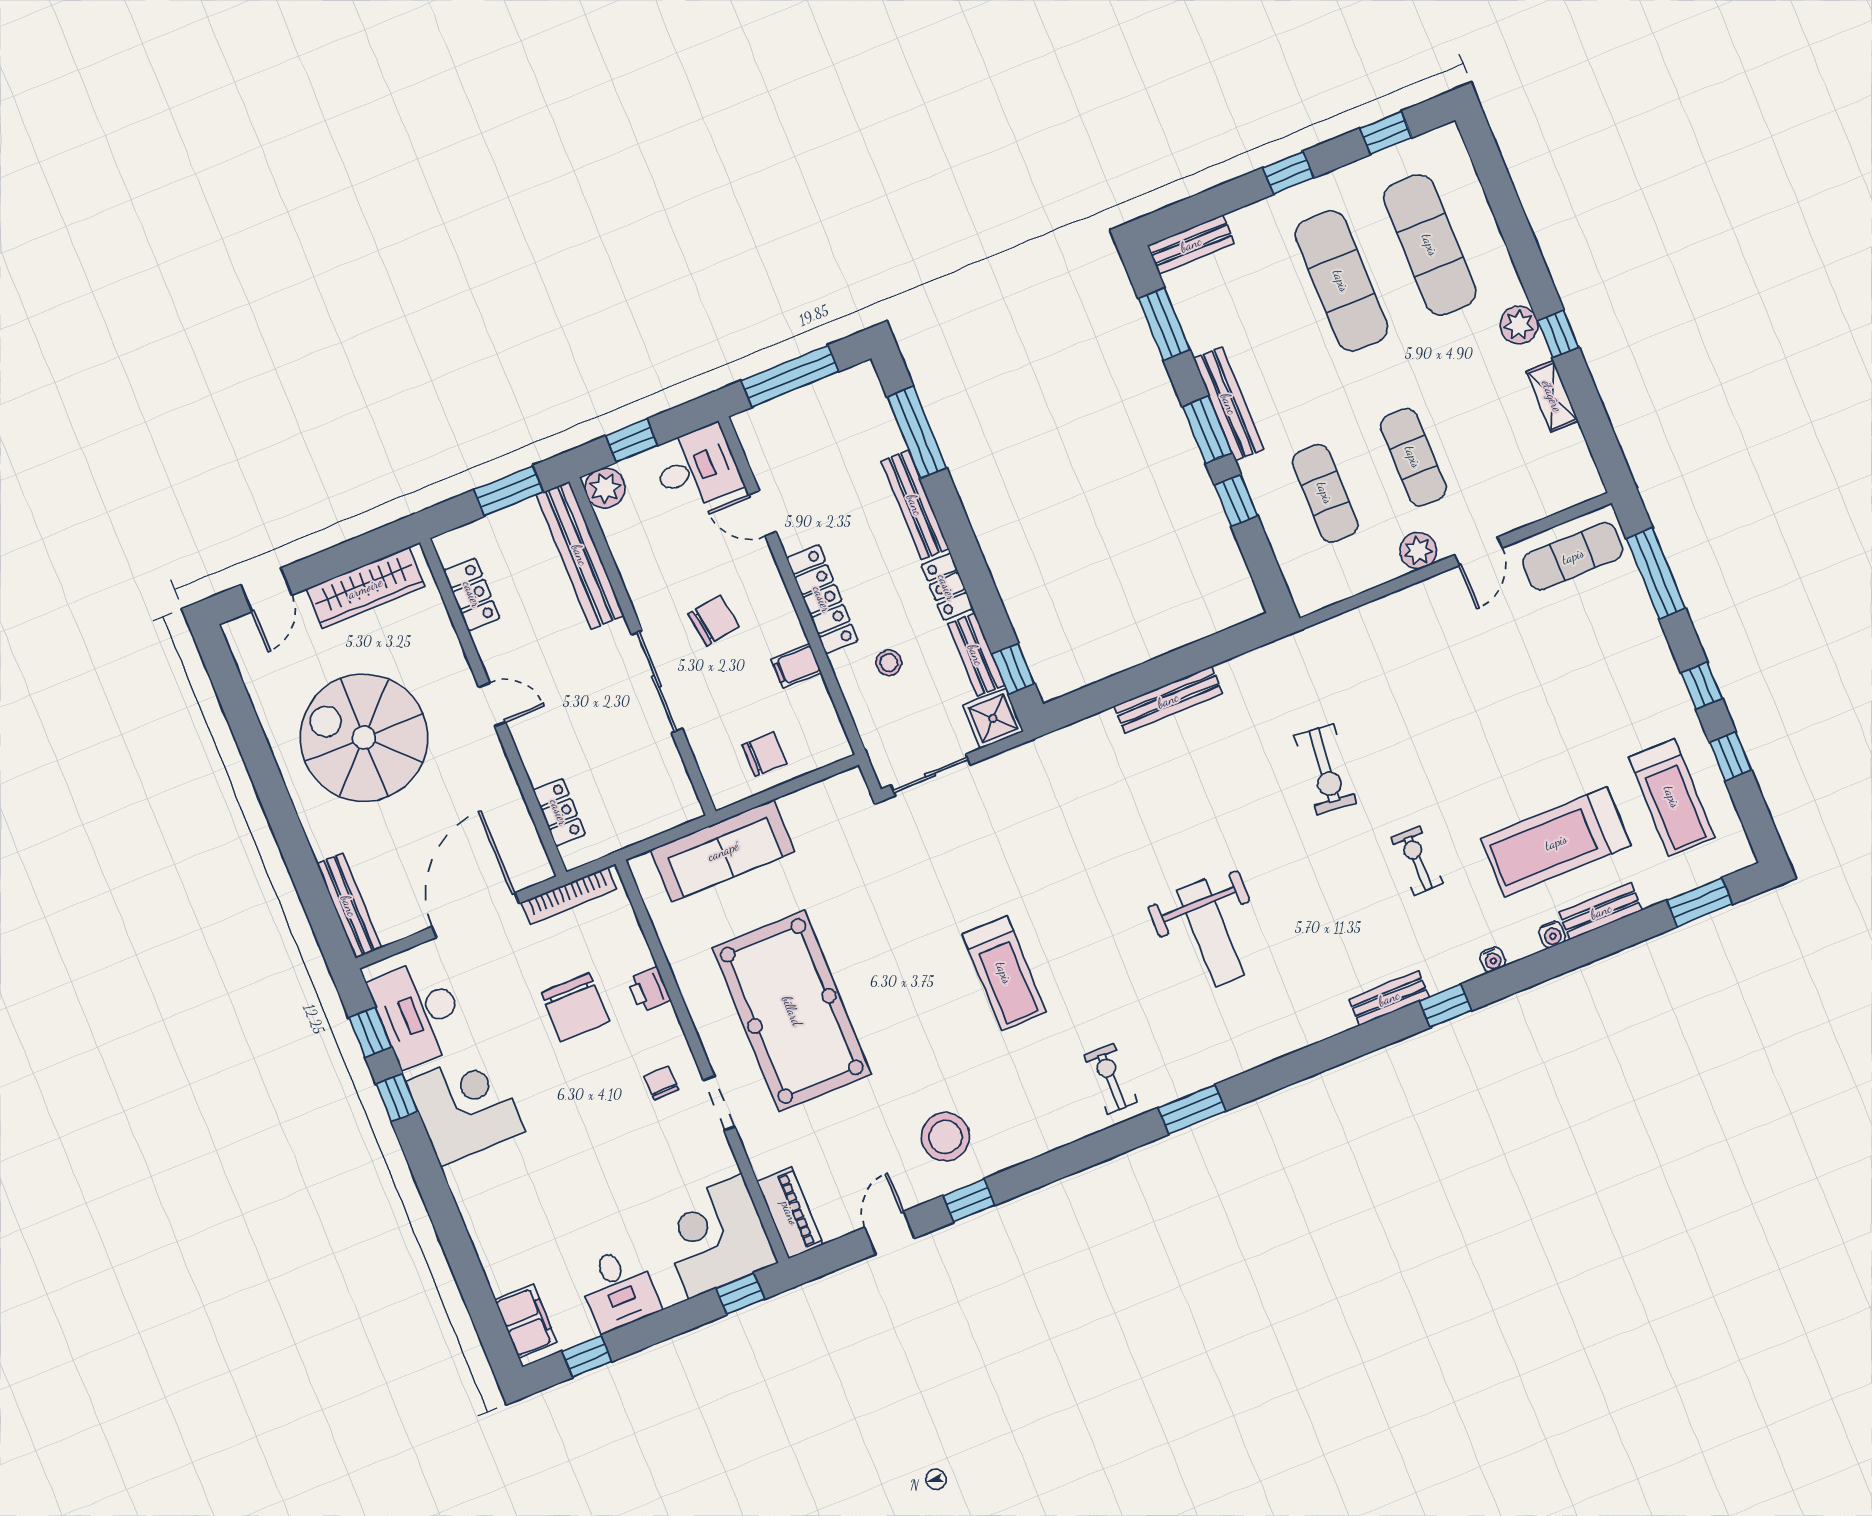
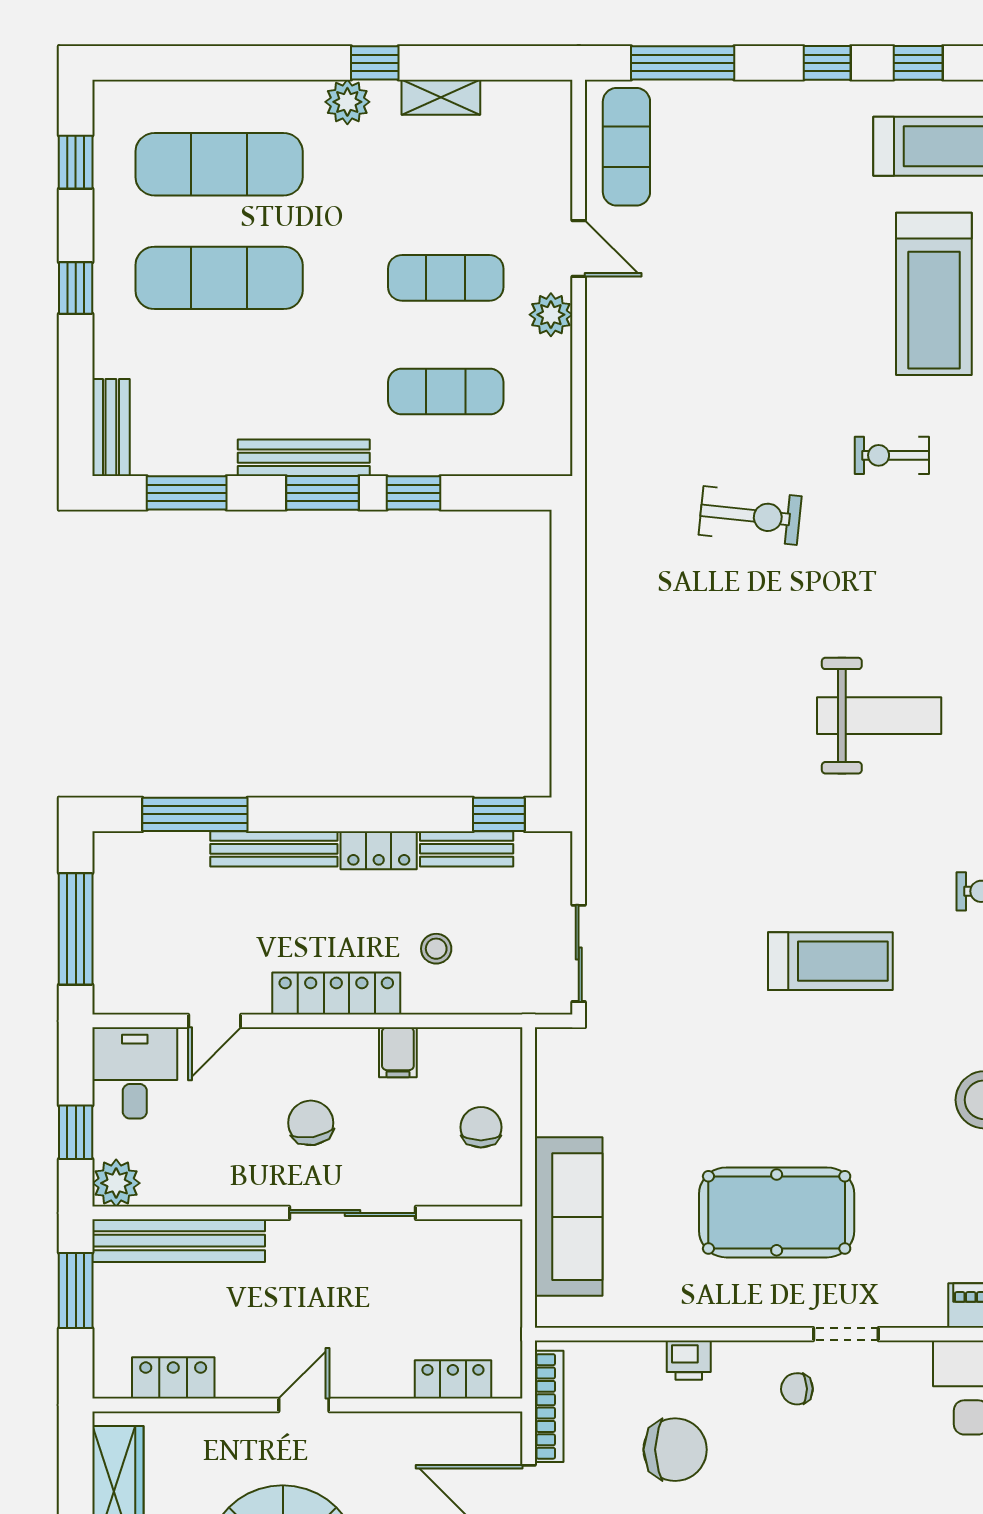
bench: (1168, 700) -> (603, 657), removed
shower: (993, 718) -> (544, 859), removed
pool table: (792, 1011) -> (777, 1212), width x0.73, depth x0.76

